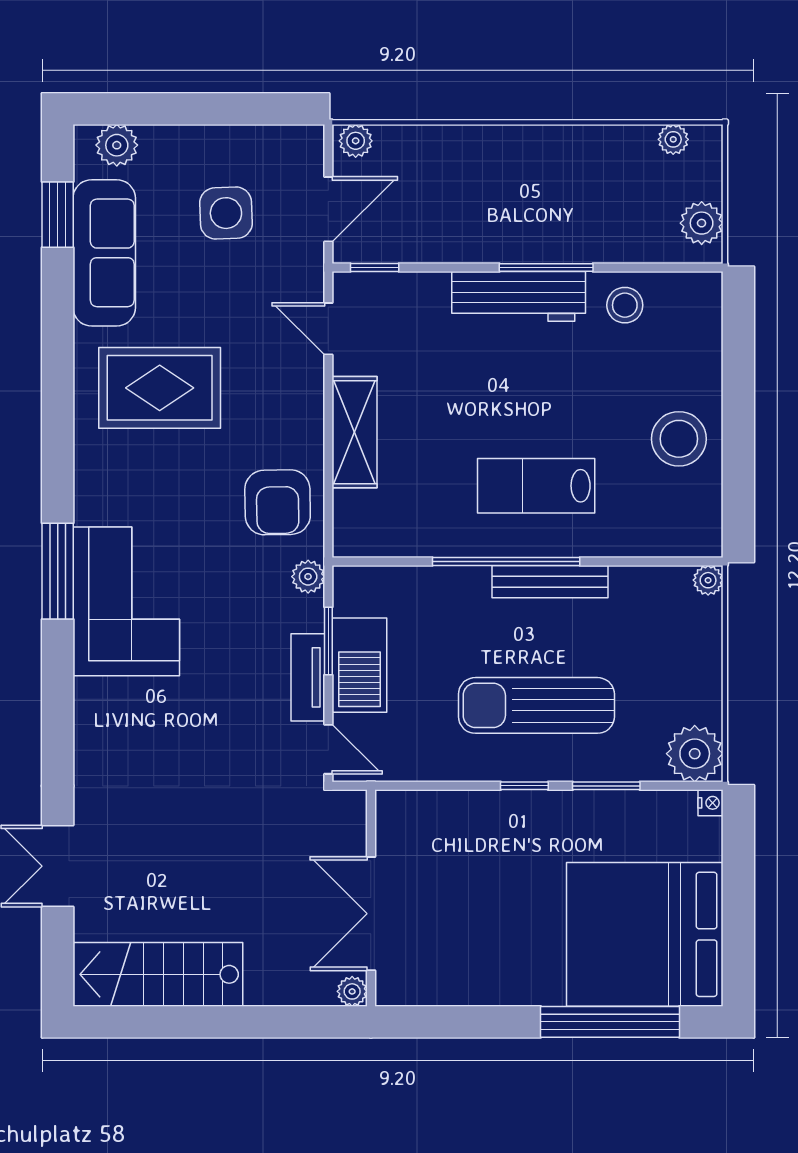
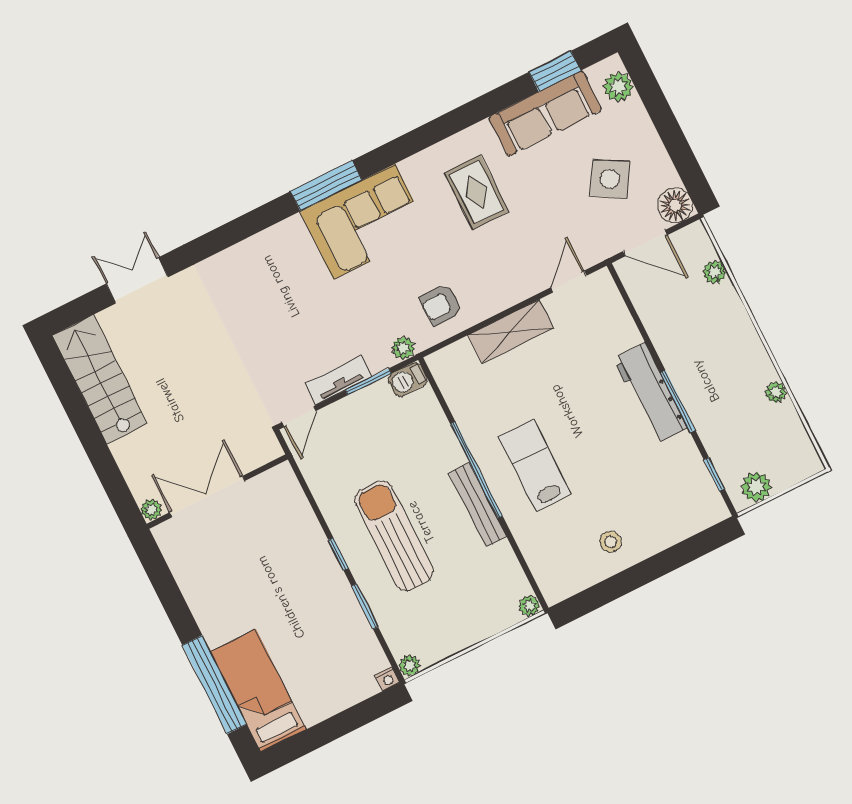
plant: (673, 139) -> (776, 392), moved
plant: (356, 141) -> (715, 272), moved
floor lamp: (300, 149) -> (675, 205), added
side table: (226, 213) -> (610, 179), turned 33
window: (375, 267) -> (714, 474), moved
stool: (625, 305) -> (679, 464), removed
rug: (160, 388) -> (477, 192), width x0.73, depth x0.70
stool: (679, 439) -> (611, 542), width x0.53, depth x0.53
armchair: (278, 502) -> (441, 305), width x0.72, depth x0.72
corner sofa: (126, 601) -> (364, 222), moved
barbecue: (359, 665) -> (408, 379), moved, width x0.53, depth x0.65
plant: (695, 754) -> (410, 666), width x0.53, depth x0.53
bed: (645, 934) -> (258, 691), width x0.49

